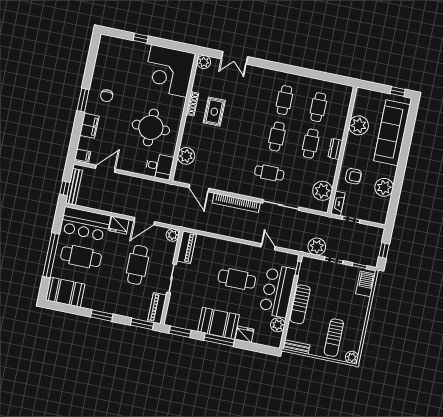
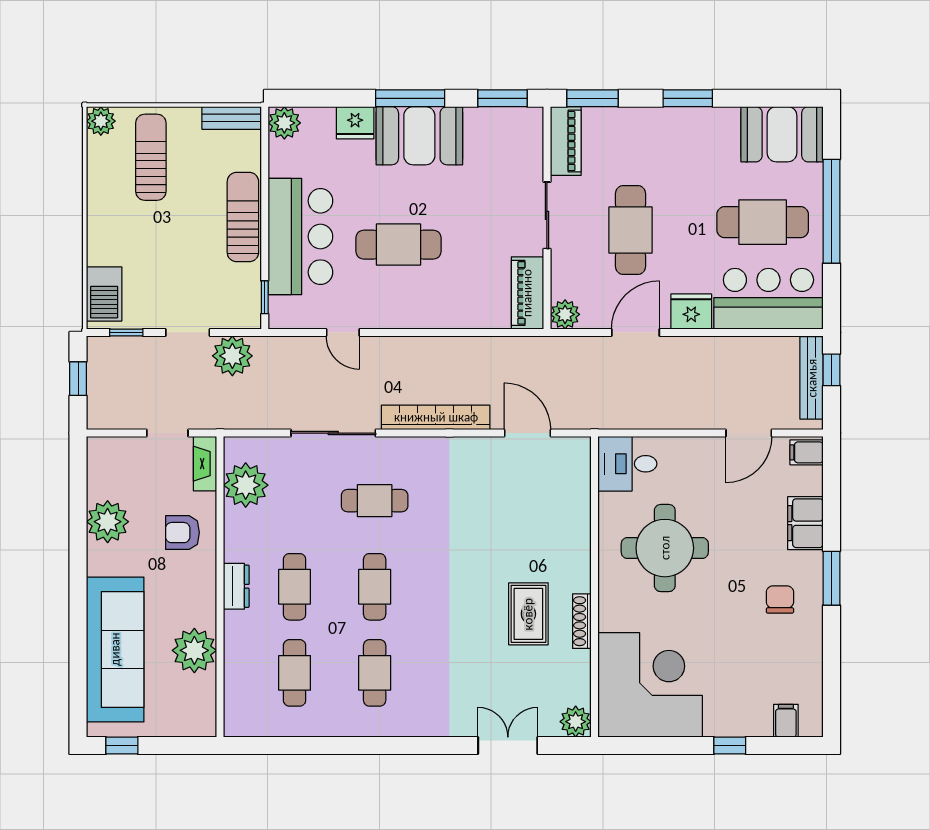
filing cabinet: (115, 44) -> (786, 721), added
plant: (186, 156) -> (572, 500), removed
plant: (278, 325) -> (284, 123), moved

